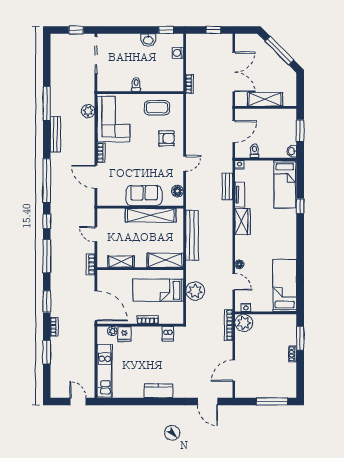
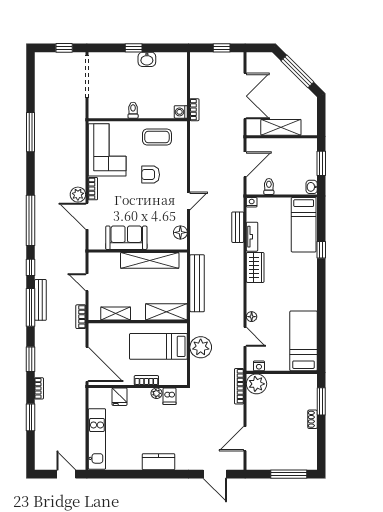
window: (166, 30) -> (134, 48), moved
washing machine: (178, 53) -> (181, 112), moved
plant: (88, 111) -> (78, 195), moved
bench: (55, 134) -> (40, 300), moved
armchair: (166, 138) -> (151, 175), moved, turned 180
sofa: (144, 196) -> (126, 238), moved
plant: (112, 331) -> (157, 393), moved

